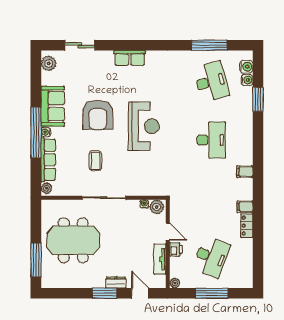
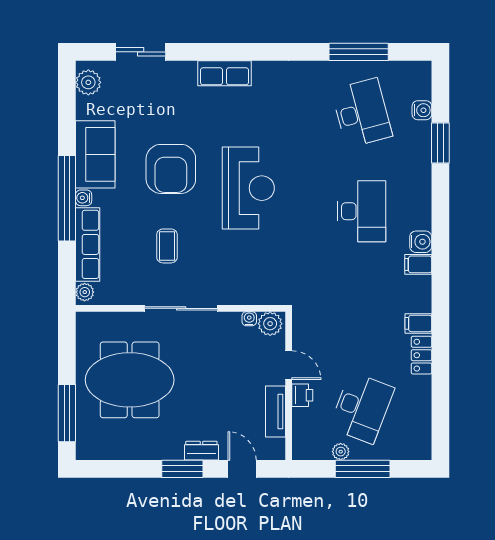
water cooler: (246, 67) -> (421, 242), moved
plant: (175, 283) -> (341, 452), moved

